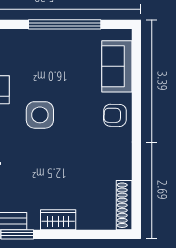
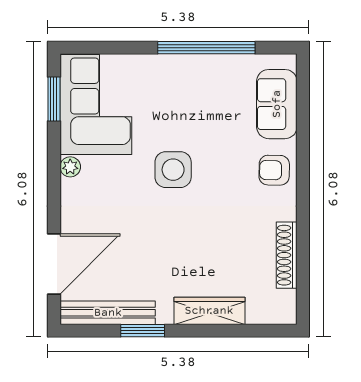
shoe rack: (124, 205) -> (287, 255), moved
wardrobe: (58, 220) -> (209, 311), width x1.50

